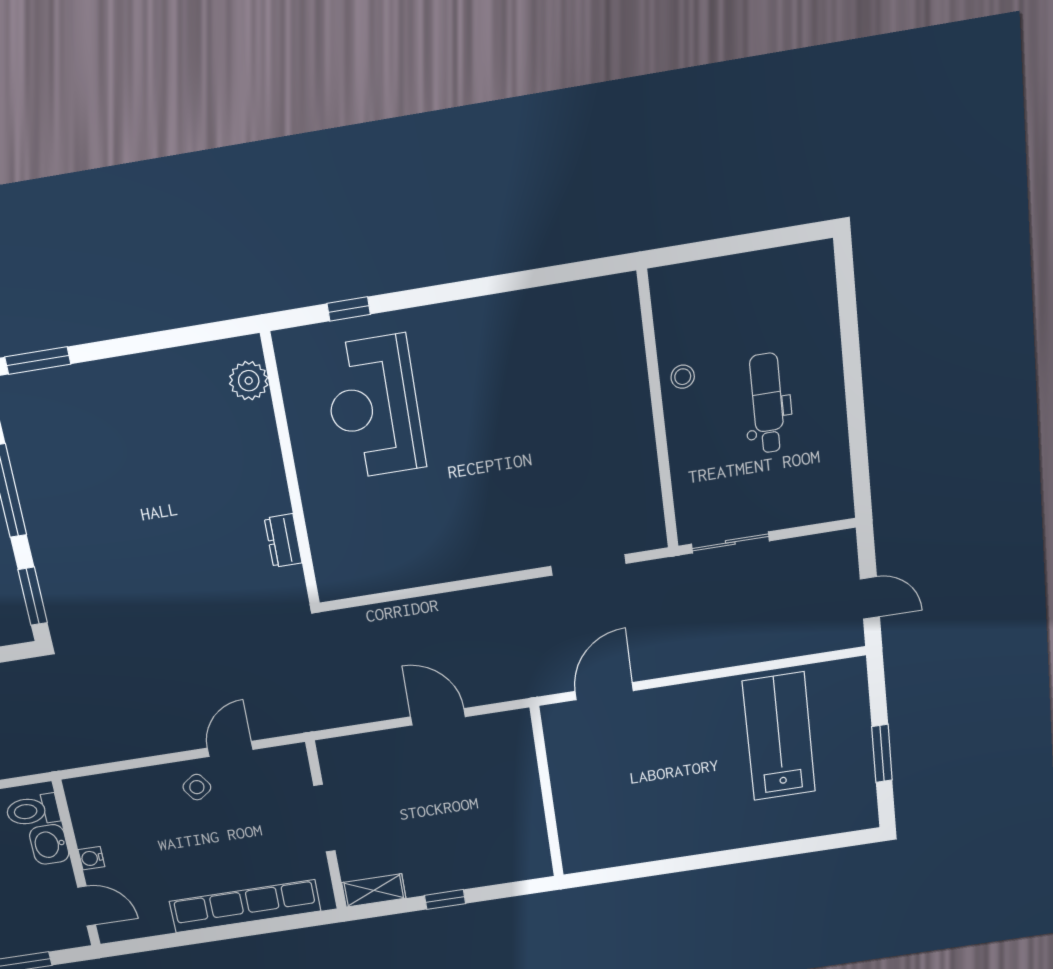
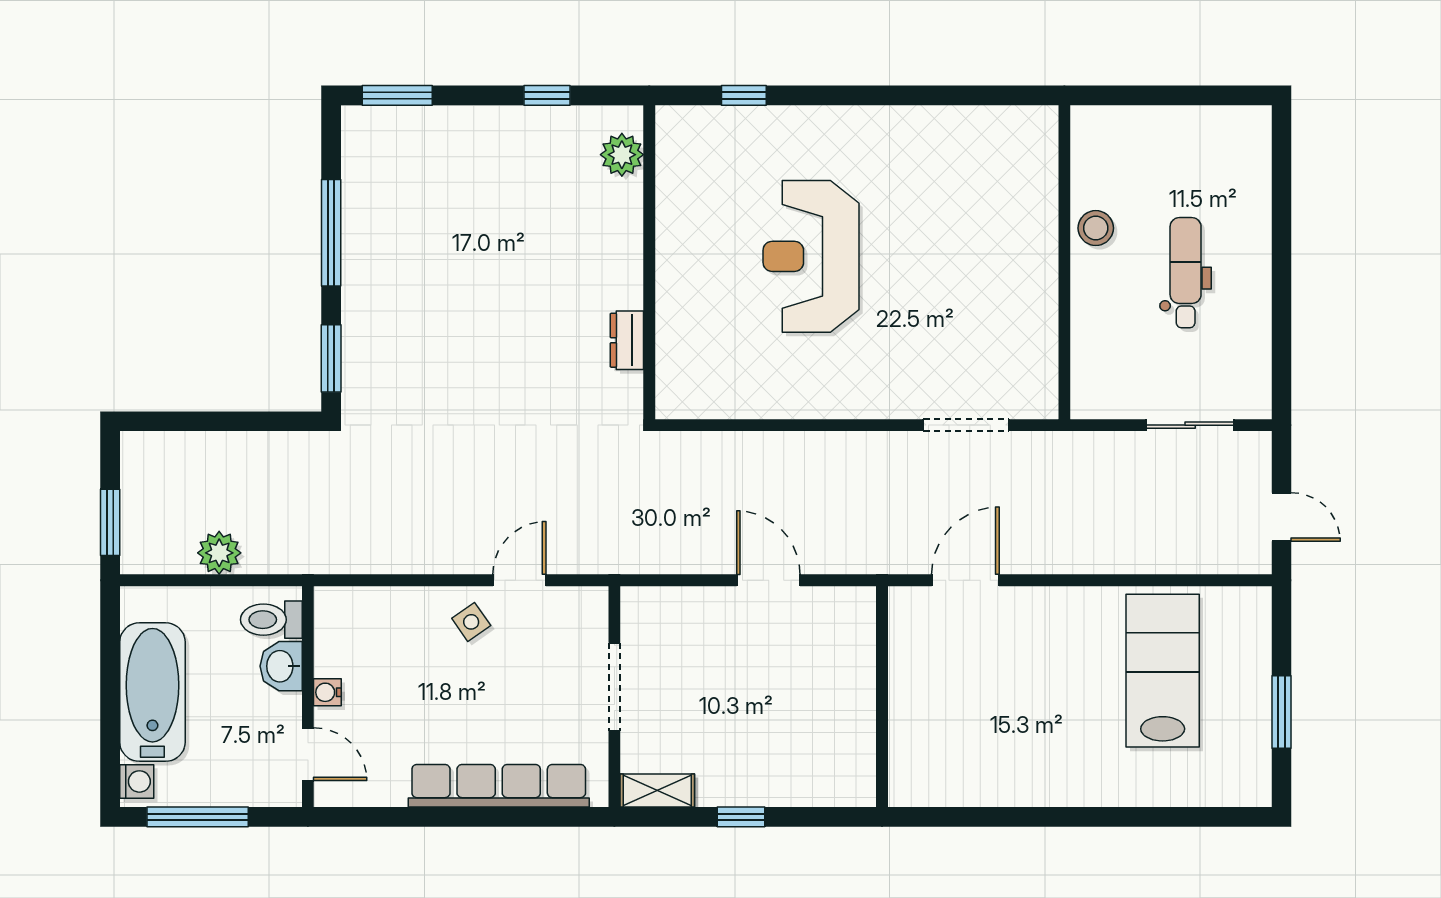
window: (171, 338) -> (547, 95), added
stool: (683, 377) -> (1096, 228), width x1.37, depth x1.37
reception desk: (374, 407) -> (811, 256), moved
sliding door: (730, 542) -> (1190, 425), moved

